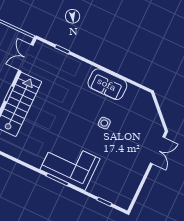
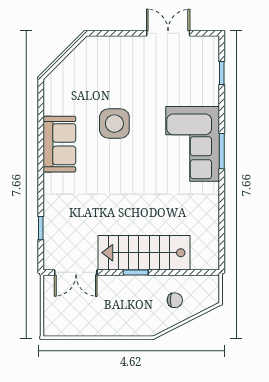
side table: (104, 123) -> (114, 124), width x1.87, depth x1.87
double door: (158, 150) -> (168, 33), moved

